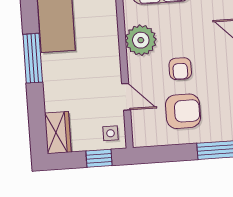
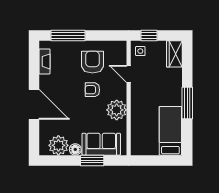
armchair: (180, 69) -> (92, 90), turned -90
armchair: (183, 111) -> (93, 62), turned 90

